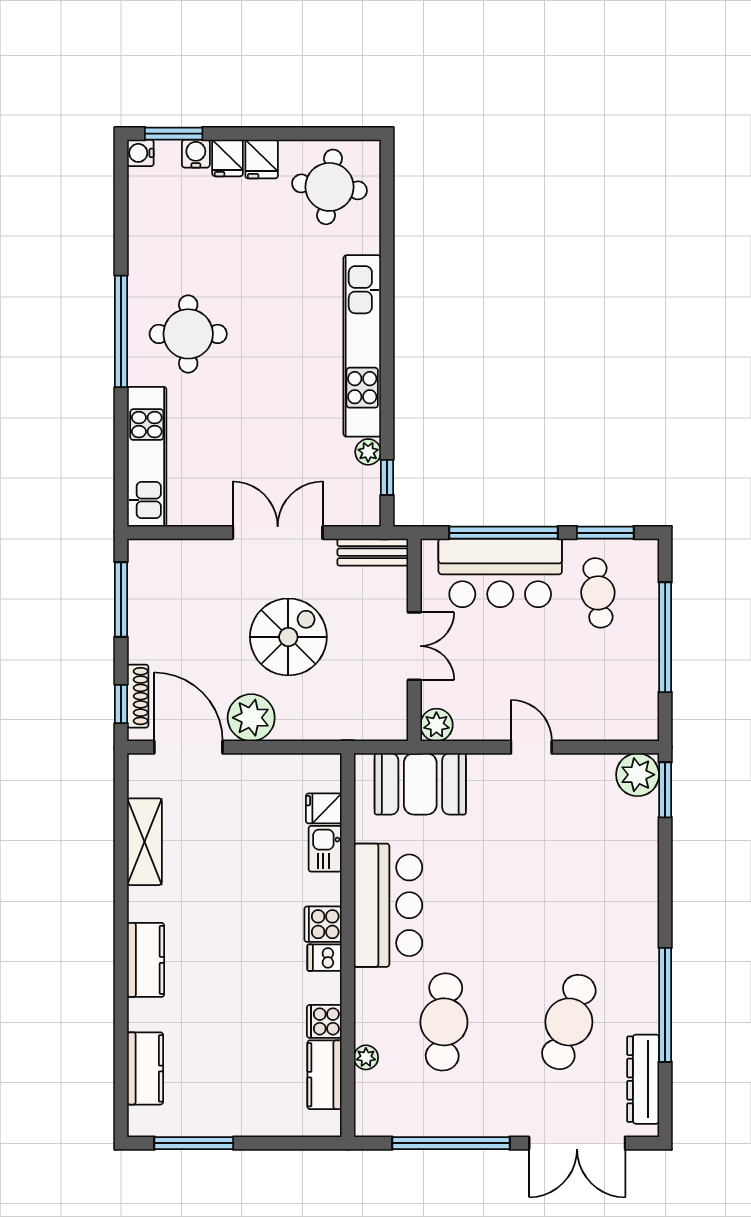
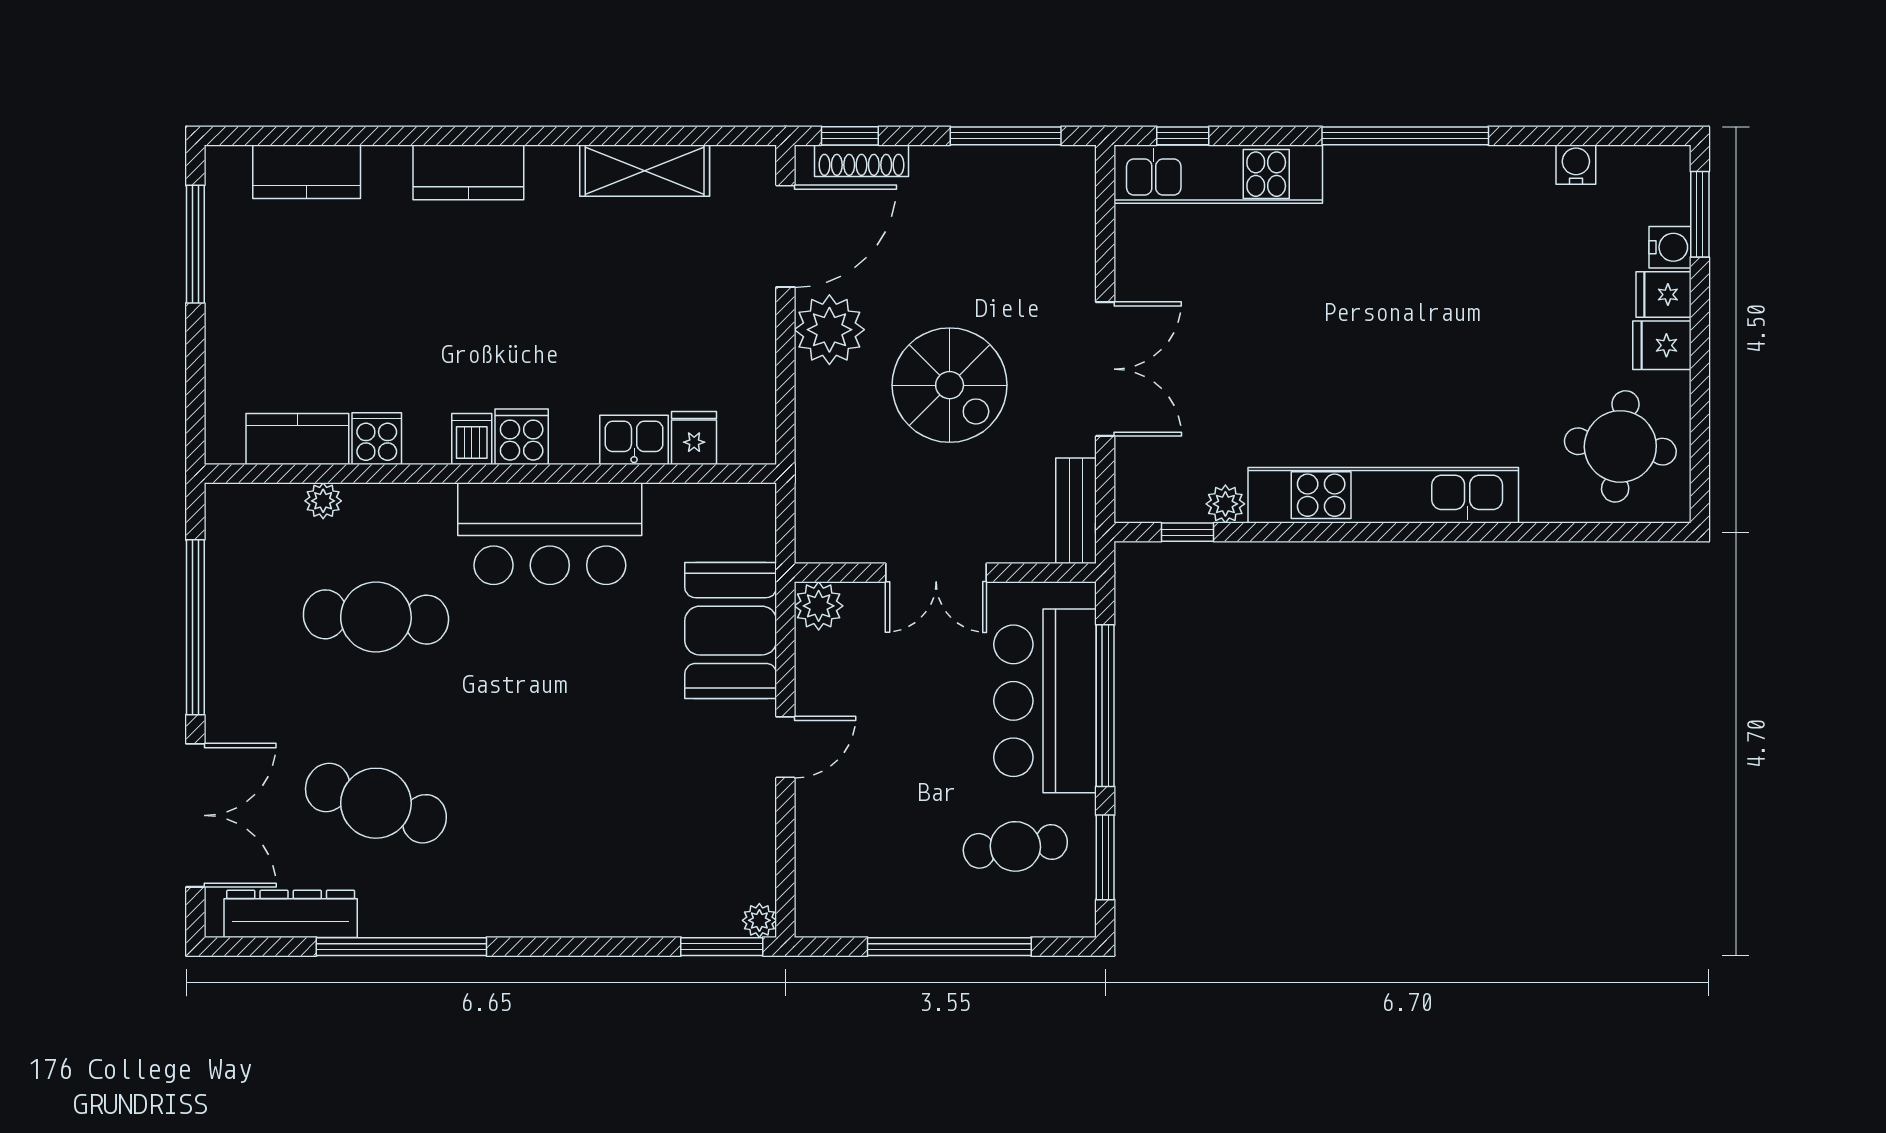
water cooler: (140, 153) -> (1576, 165), moved
round table: (188, 334) -> (1401, 236), removed
window: (121, 481) -> (1183, 136), added
plant: (638, 775) -> (759, 920), width x0.53, depth x0.53
booth: (420, 784) -> (731, 631), moved
double door: (577, 1143) -> (195, 815), swing flipped

